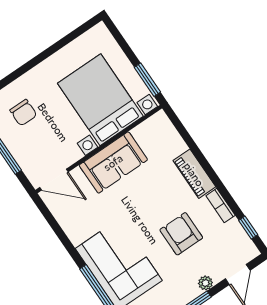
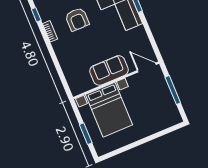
window: (147, 80) -> (86, 134), moved
chair: (23, 113) -> (157, 112), removed
piano: (194, 174) -> (62, 54), removed

